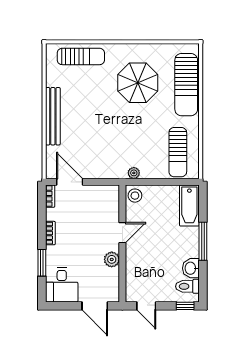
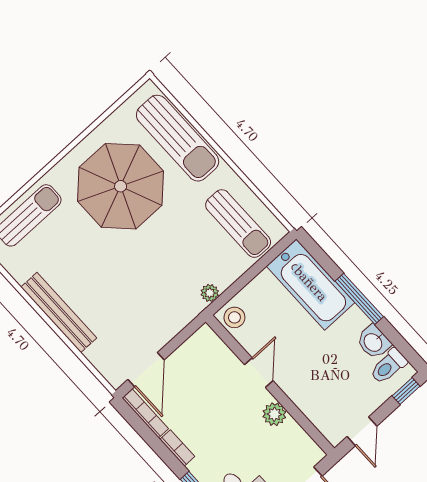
parasol: (138, 83) -> (121, 186), width x1.36, depth x1.36
door: (70, 182) -> (146, 370), swing flipped
bookcase: (50, 196) -> (145, 413), width x1.56
bathtub: (189, 205) -> (311, 284), width x1.36, depth x1.36
door: (146, 306) -> (362, 431), hinge flipped

